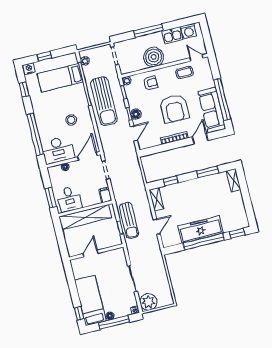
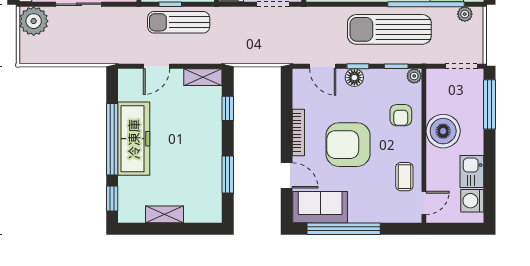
window: (149, 31) -> (489, 104), moved
sofa: (212, 110) -> (320, 207), width x0.73
shelving: (233, 180) -> (165, 214), moved
door: (157, 227) -> (157, 66), hinge flipped

